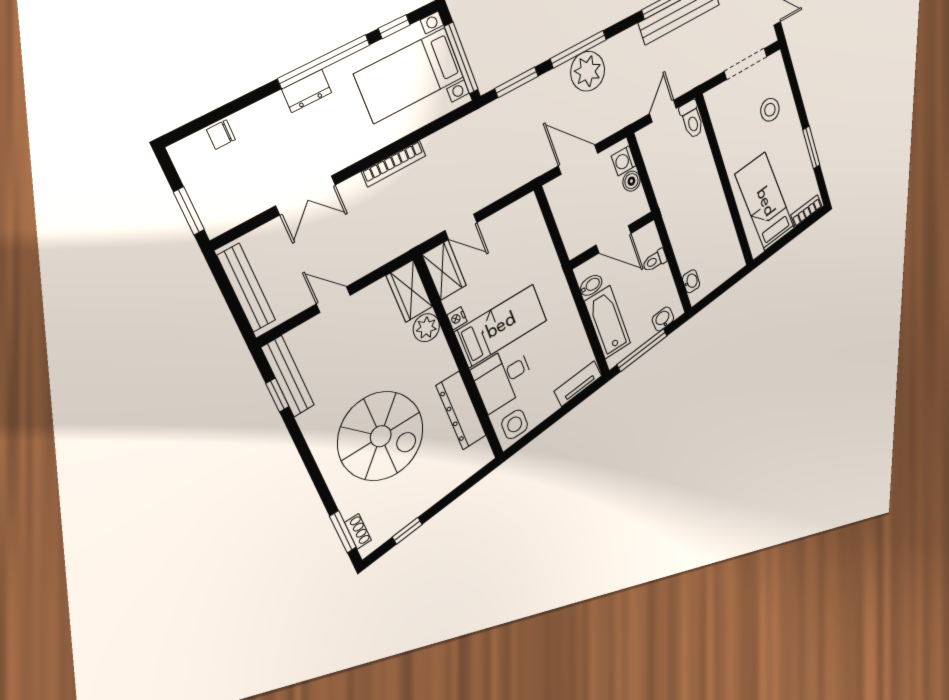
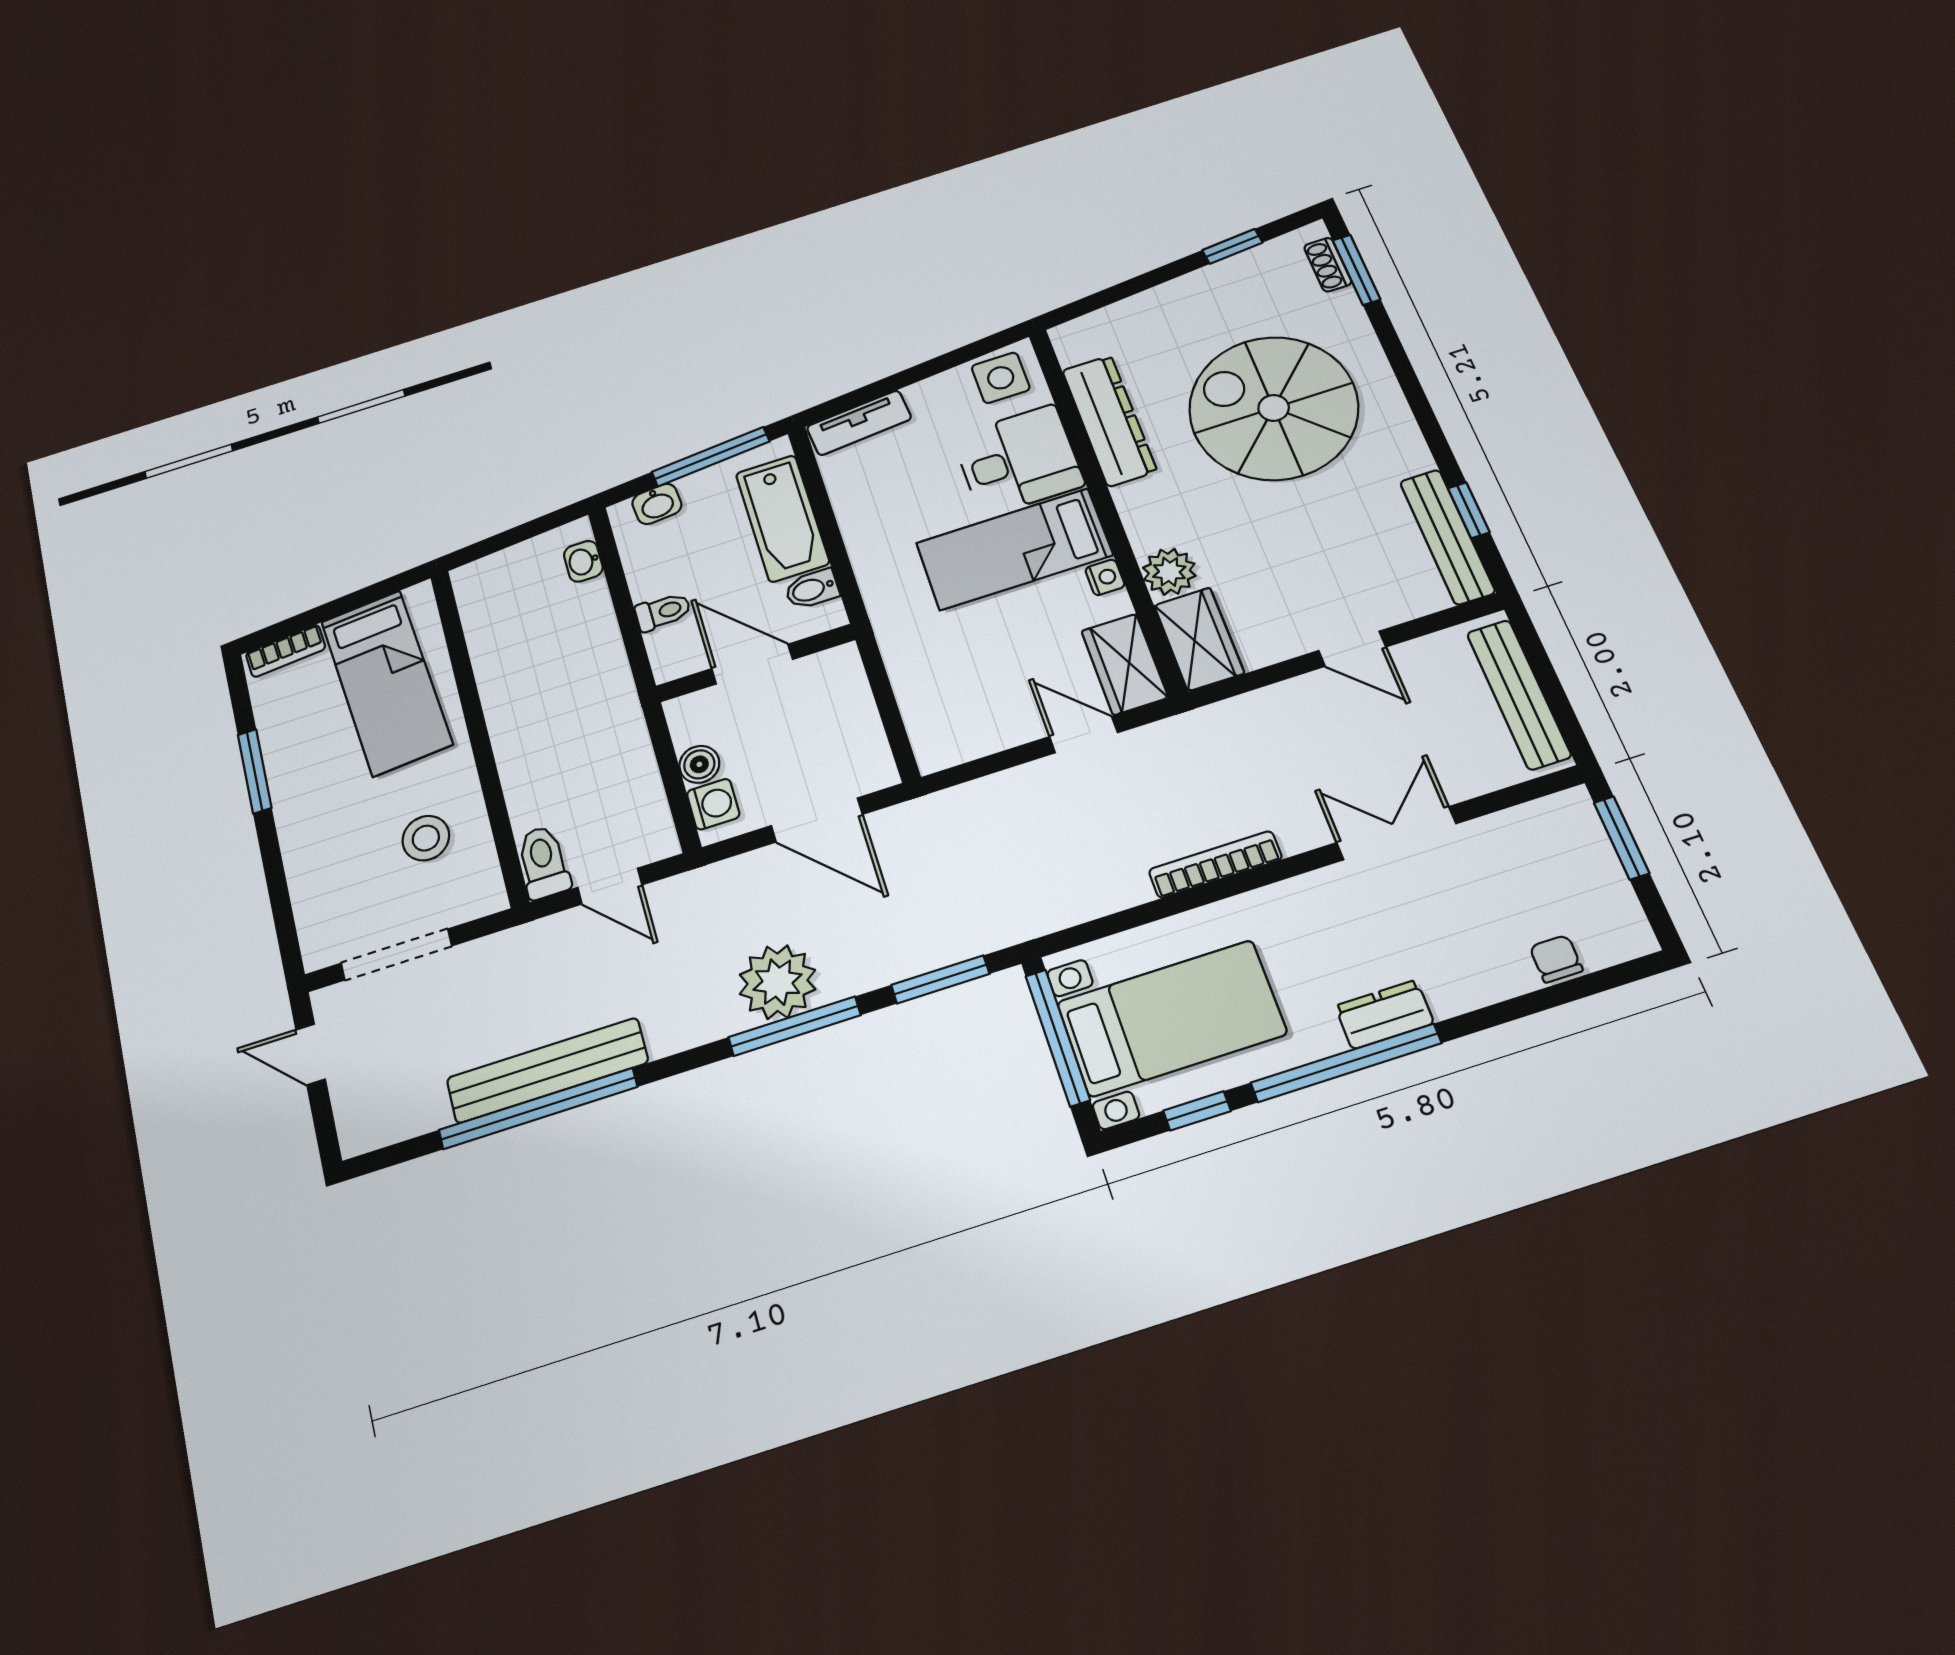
stool: (770, 110) -> (426, 838), moved
door: (663, 111) -> (610, 886), hinge flipped
chair: (221, 135) -> (1556, 959), turned -90

